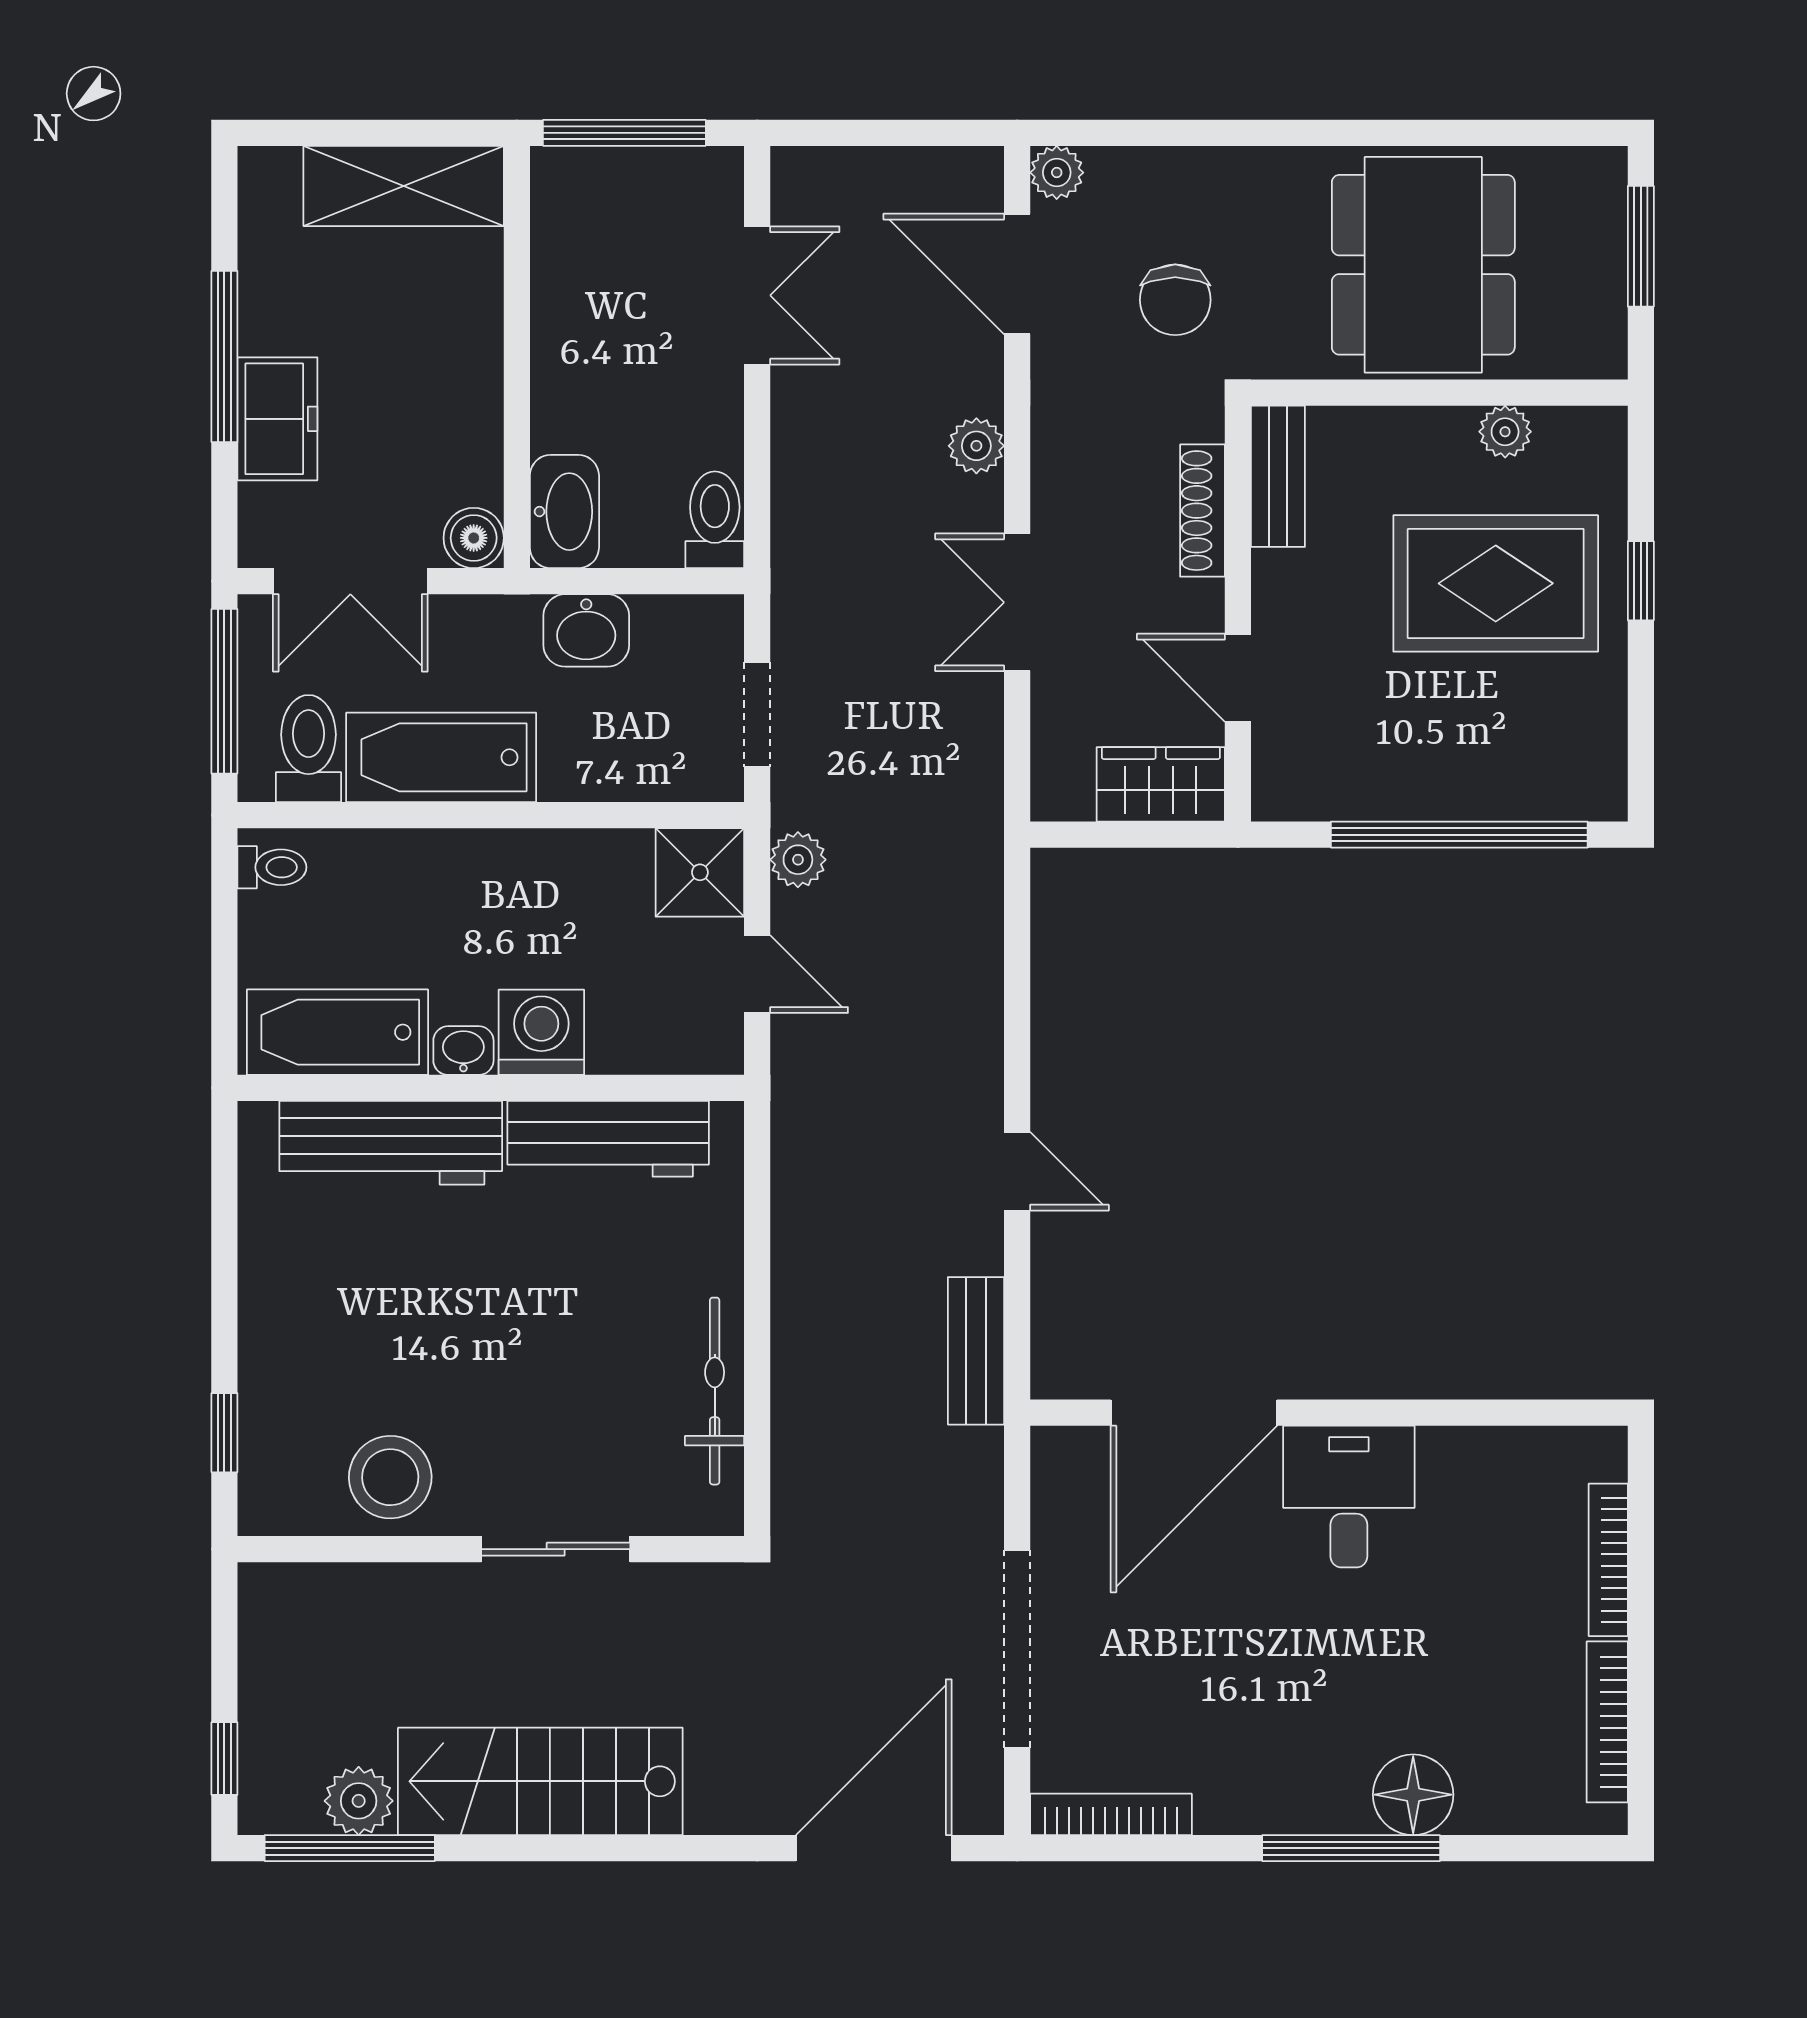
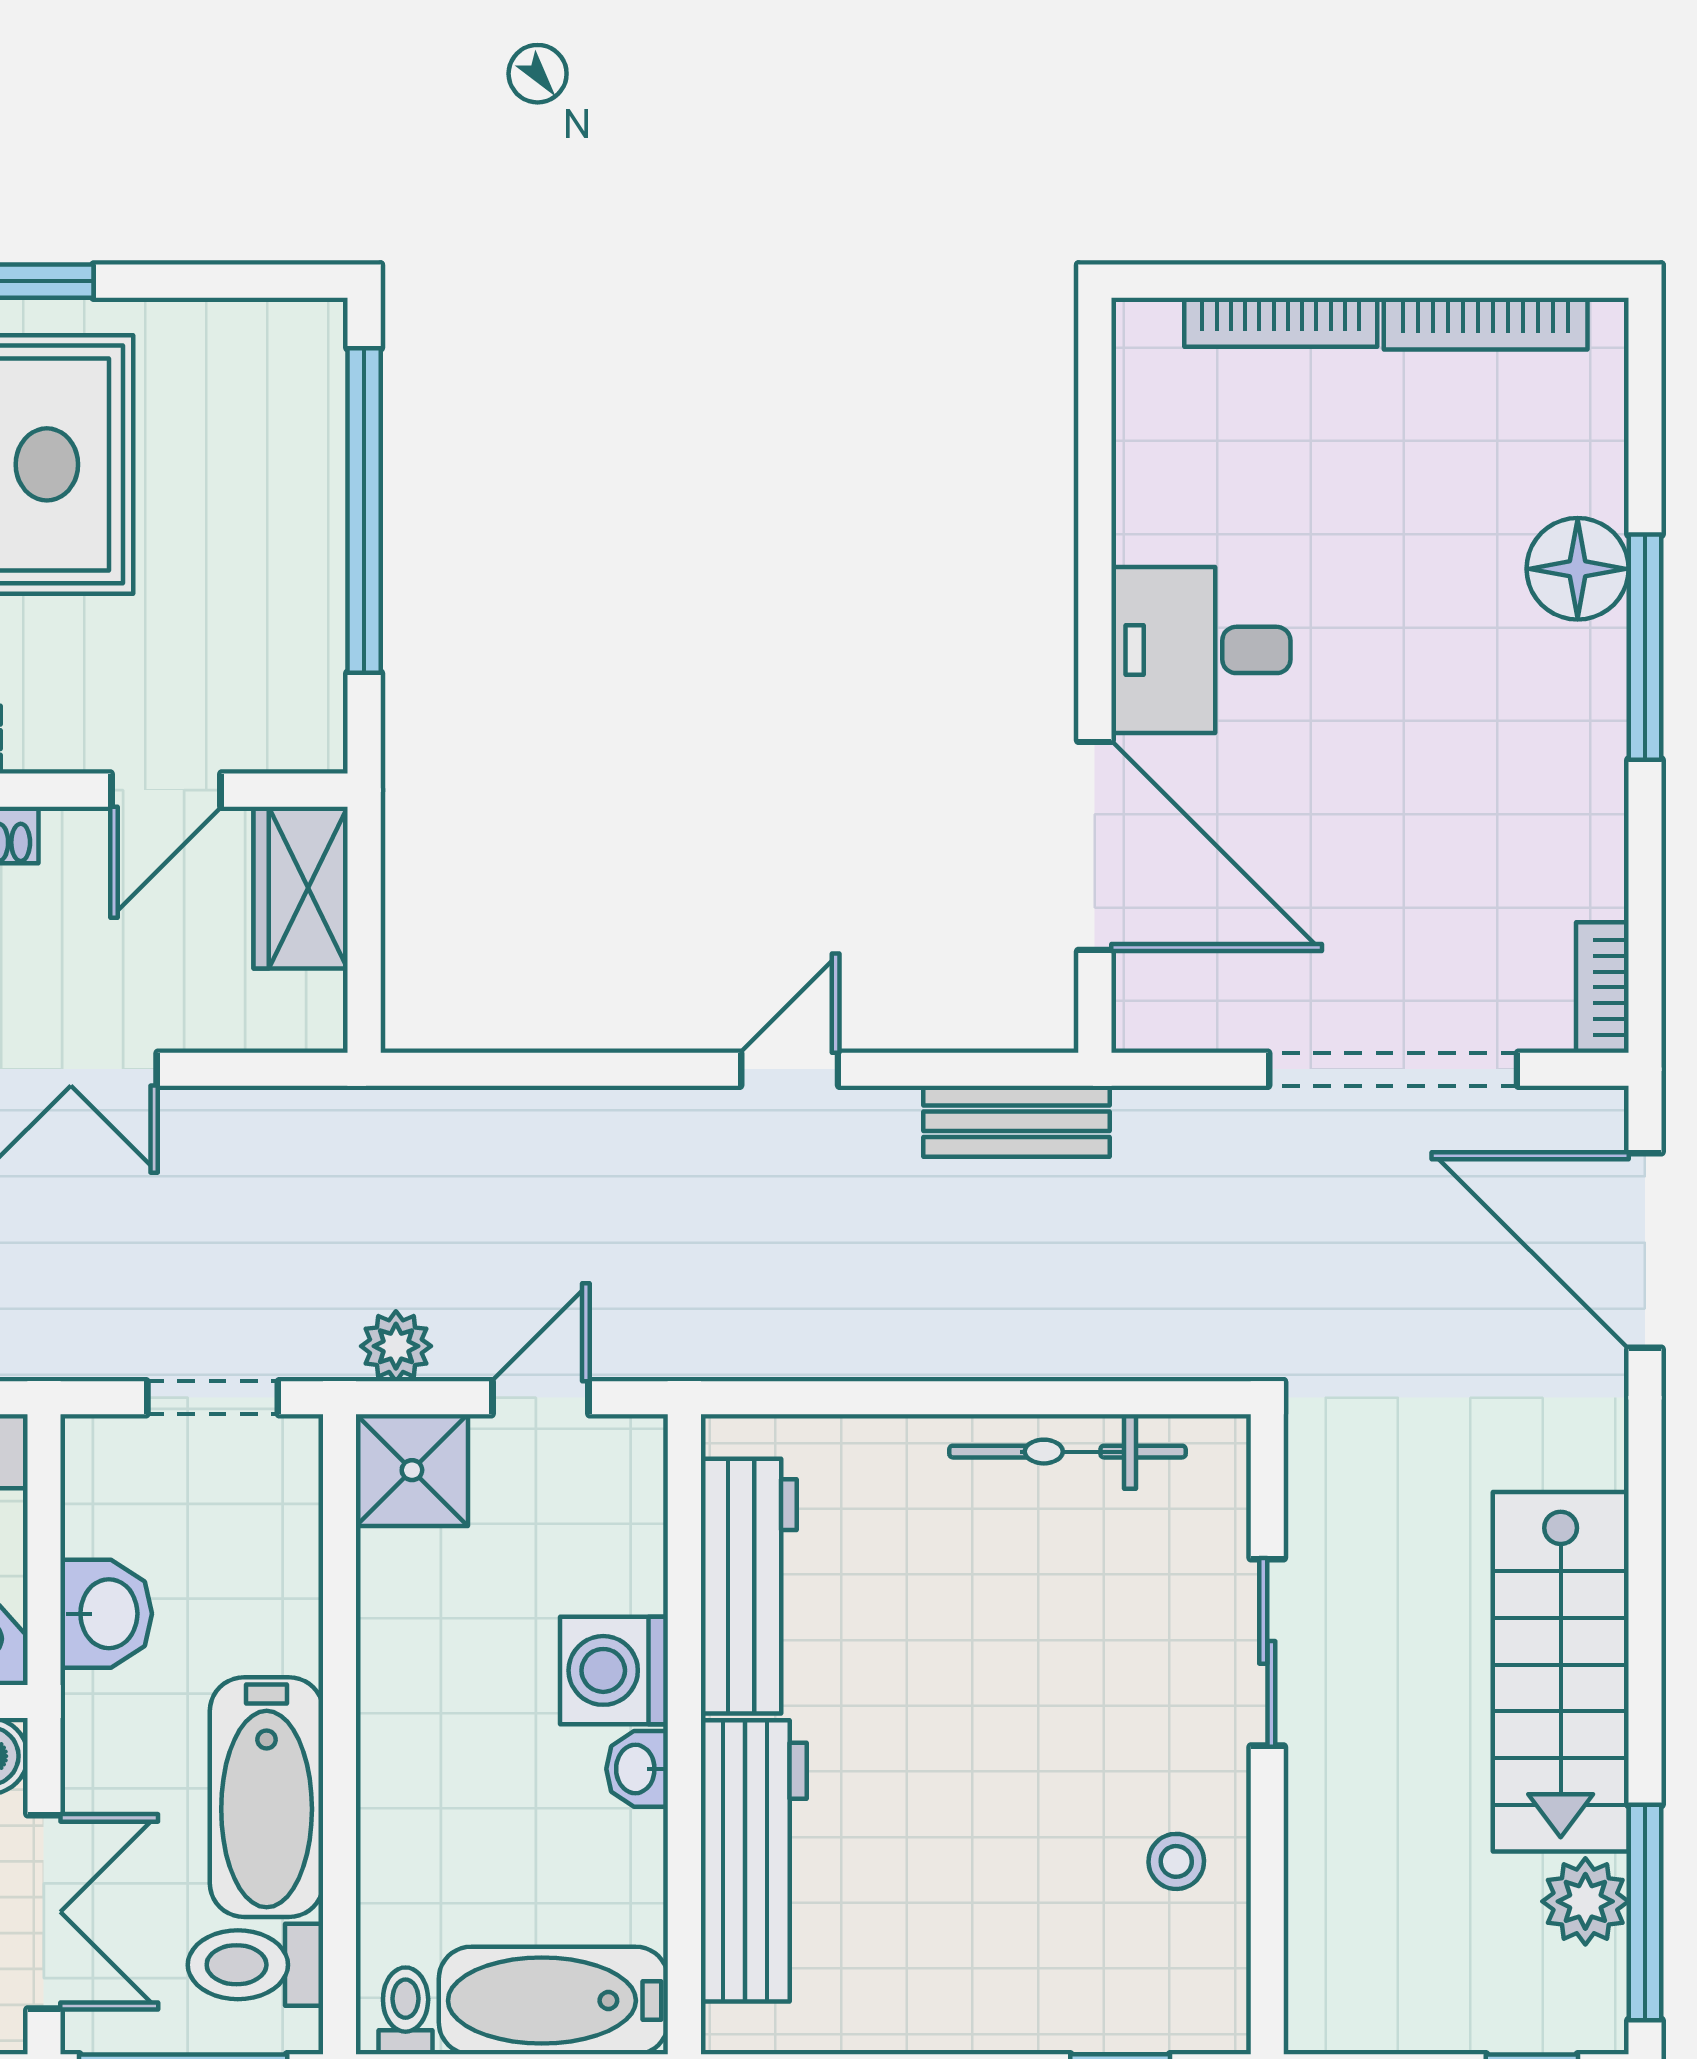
bathtub: (337, 1032) -> (553, 2001), moved, turned 90
stool: (390, 1477) -> (1176, 1861), width x0.53, depth x0.53
bookcase: (1111, 1814) -> (1602, 987), width x0.64

